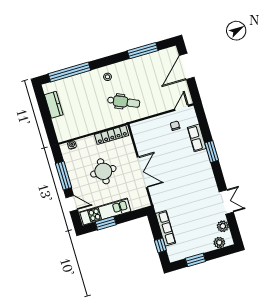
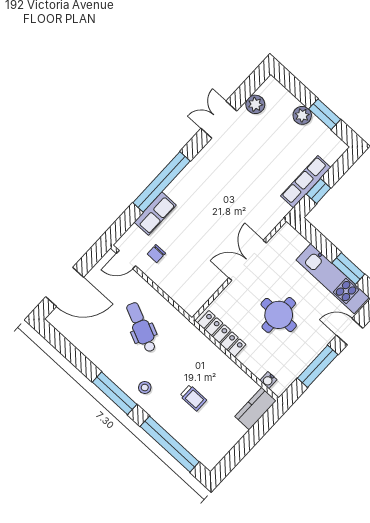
window: (143, 51) -> (115, 393), moved
trolley: (87, 99) -> (193, 398), added
dental chair: (124, 102) -> (141, 327), moved
kitchen counter: (54, 105) -> (256, 409), moved
window: (212, 152) -> (162, 182), width x2.11
door: (72, 204) -> (350, 332), hinge flipped
plant: (219, 243) -> (302, 115), moved
window: (160, 245) -> (319, 191), moved

